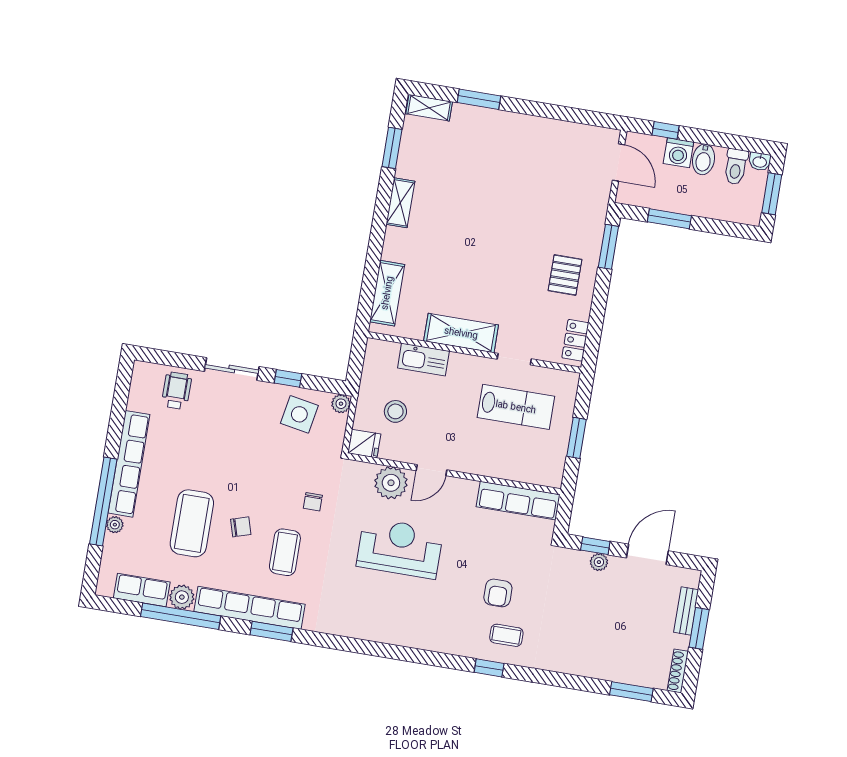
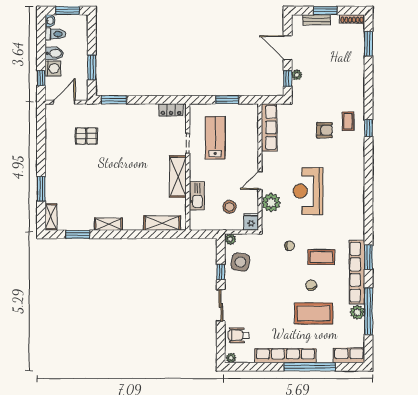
pallet: (565, 275) -> (86, 136), moved
door: (431, 470) -> (260, 180), swing flipped
plant: (115, 525) -> (231, 358), moved
row of seats: (142, 590) -> (349, 355), moved, turned 90

